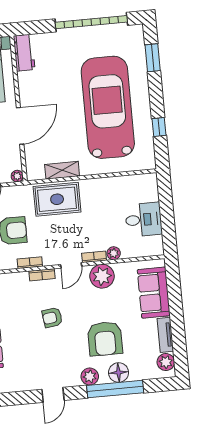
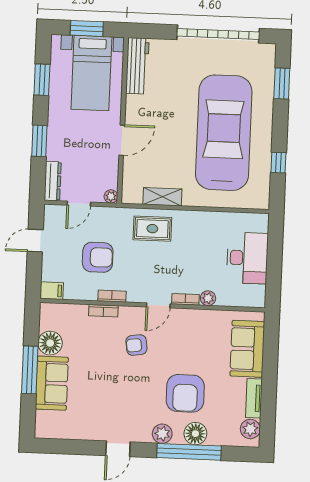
workbench: (24, 53) -> (137, 66), width x1.38
door: (20, 126) -> (122, 140), width x0.73
rug: (57, 199) -> (152, 229), width x0.73, depth x0.70
desk: (144, 220) -> (247, 258), width x1.37
bookcase: (42, 275) -> (103, 311), moved
plant: (102, 276) -> (191, 322), removed
armchair: (52, 318) -> (136, 345), moved

